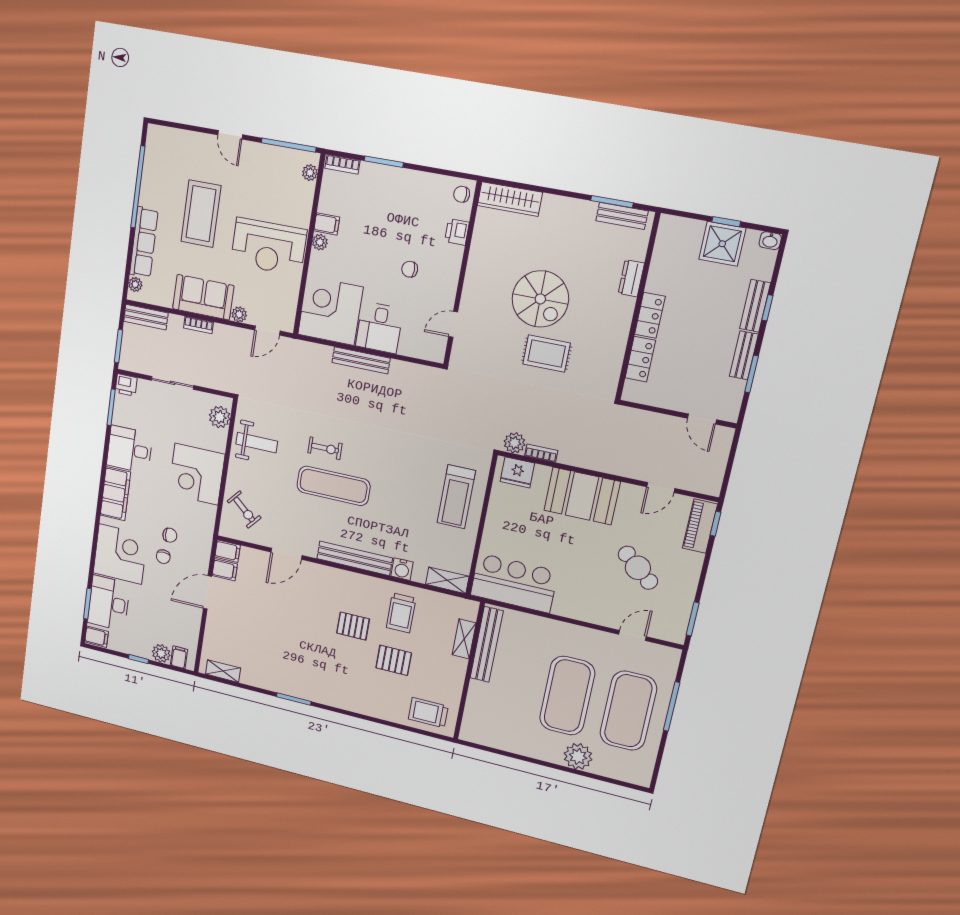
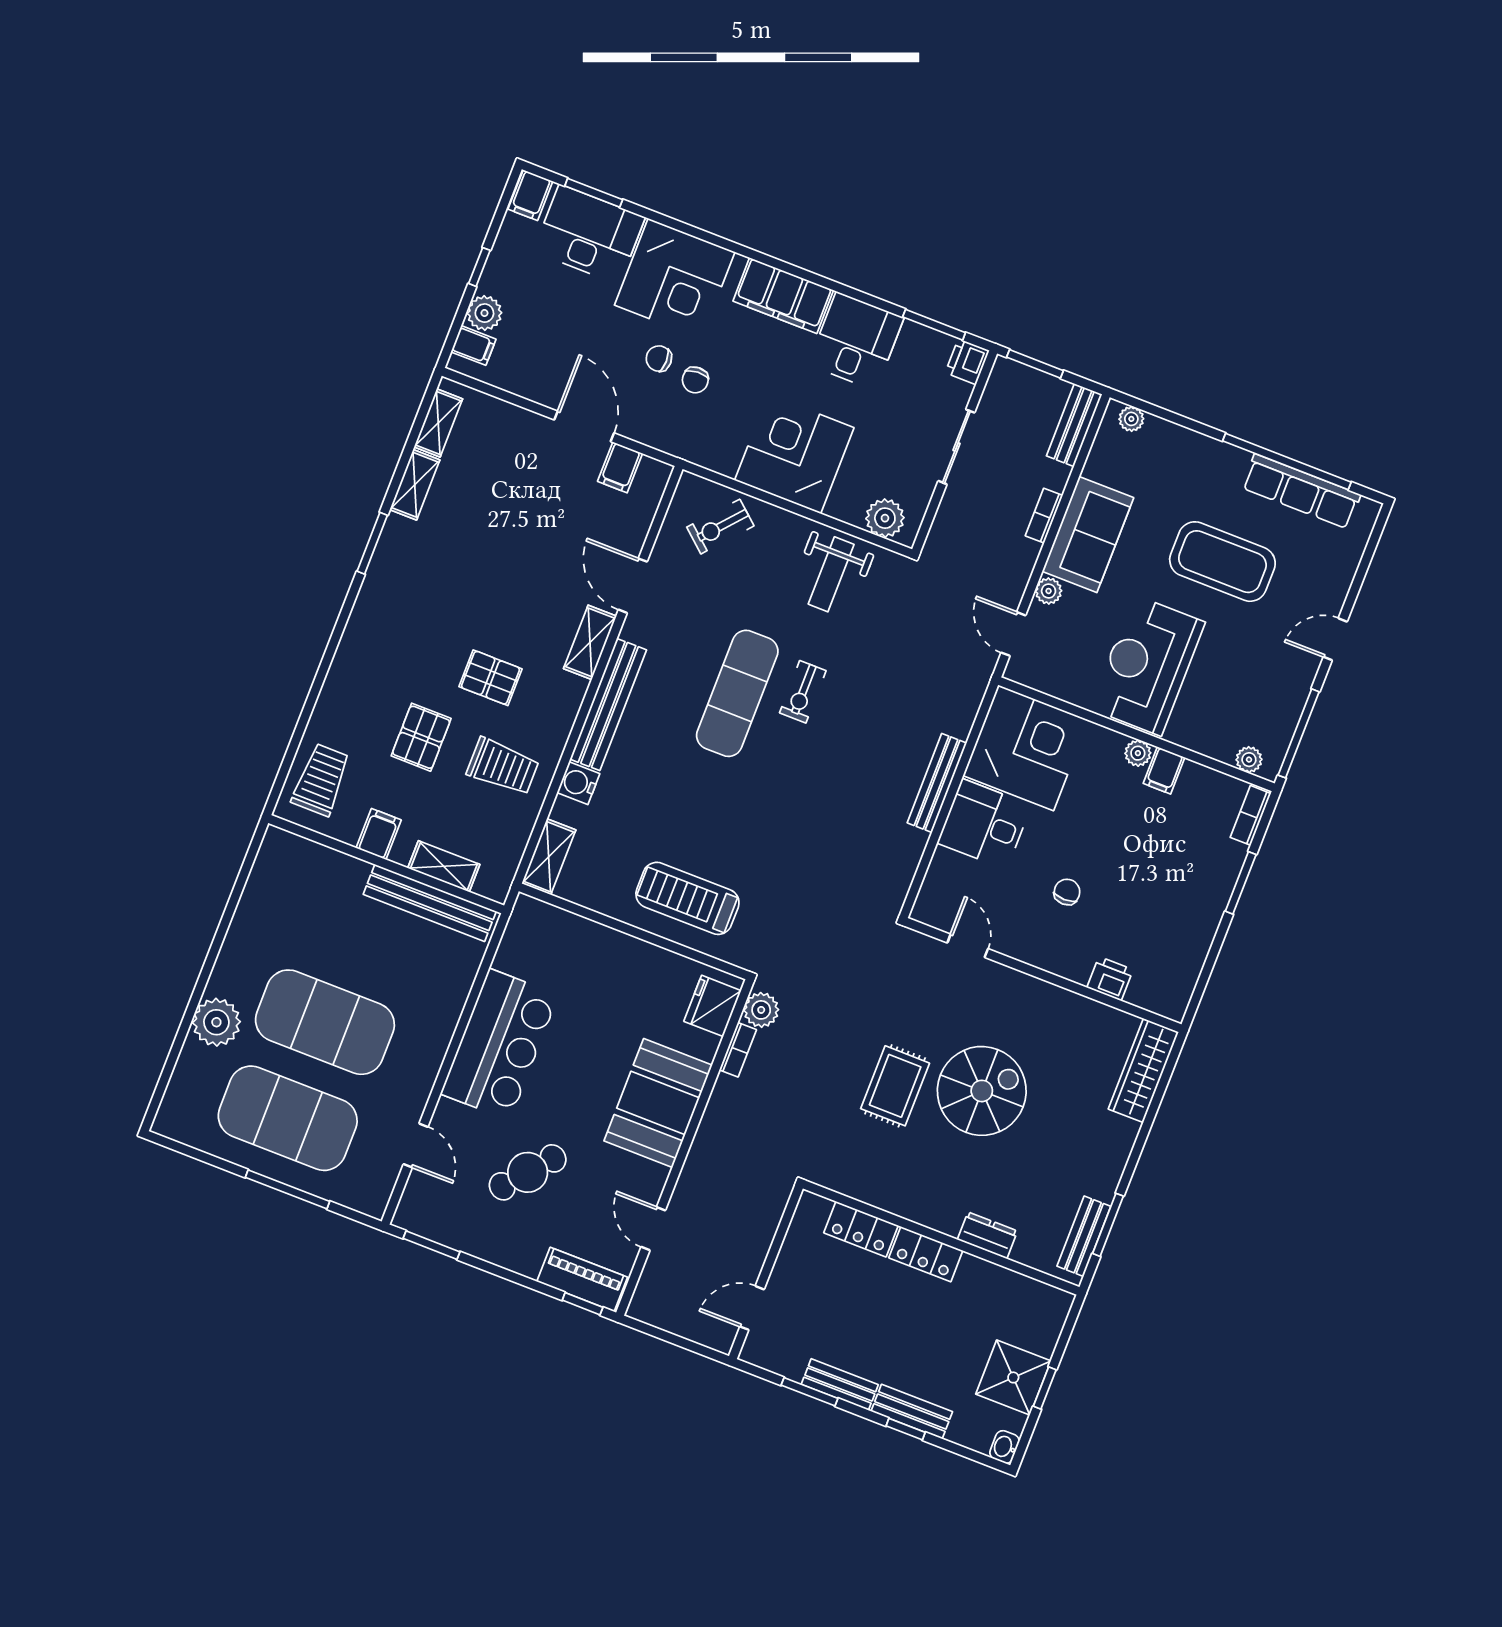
chair: (462, 194) -> (1166, 997), removed
row of seats: (144, 242) -> (1301, 491), moved
spiral stairs: (540, 299) -> (982, 1091), turned 180
filing cabinet: (227, 551) -> (379, 834), moved, turned 180
shelving: (322, 573) -> (590, 642), added
bar counter: (514, 583) -> (499, 1044), moved
trolley: (401, 613) -> (503, 767), turned 180
pallet: (353, 626) -> (490, 678), turned 90
shelving: (258, 680) -> (415, 485), added

